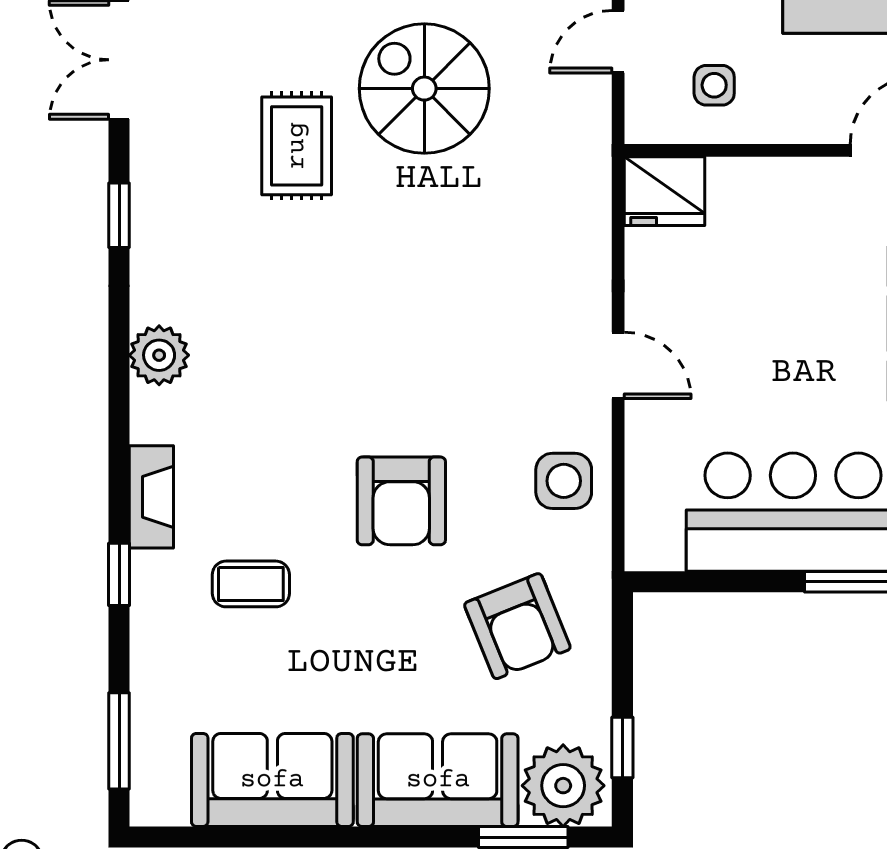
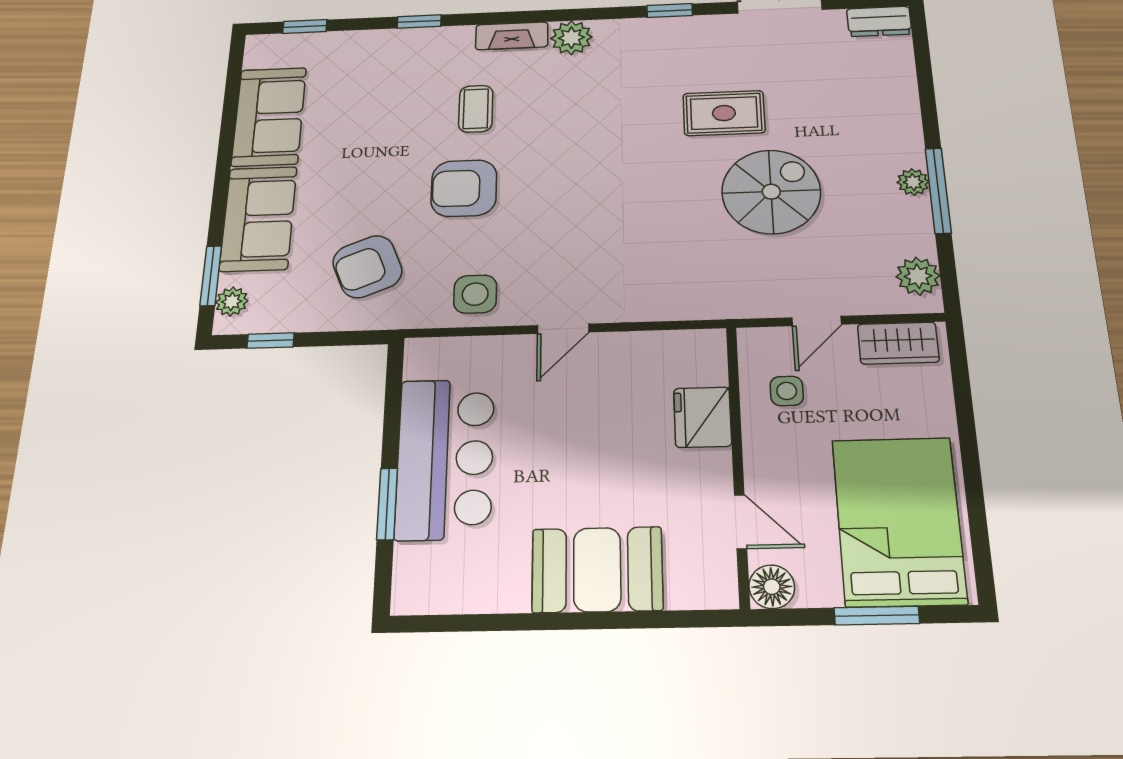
door: (618, 42) -> (817, 321), swing flipped
fridge: (664, 191) -> (703, 417), moved
fireplace: (151, 497) -> (512, 36), moved
coffee table: (251, 584) -> (476, 109), moved
window: (119, 741) -> (305, 27), width x0.67
plant: (563, 786) -> (232, 302), width x0.53, depth x0.53

